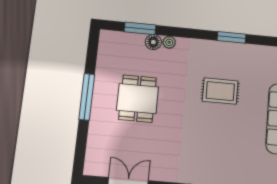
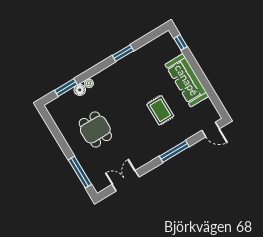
rug: (220, 91) -> (160, 110), moved, turned 90
window: (87, 97) -> (80, 172), moved

